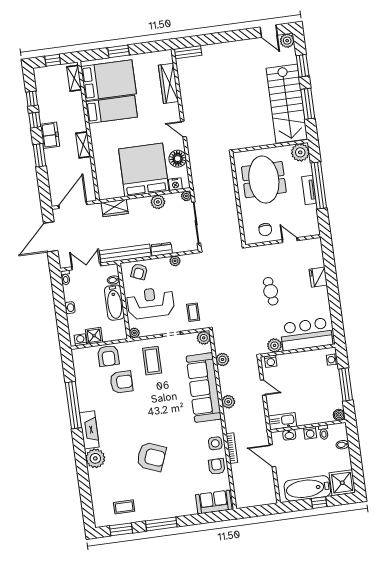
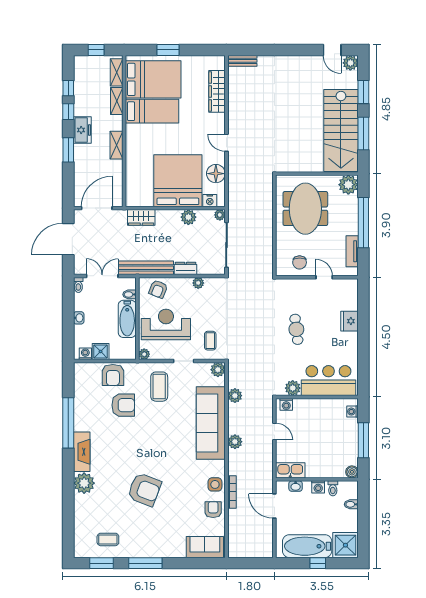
shelving: (78, 104) -> (117, 101), added
tv unit: (309, 190) -> (352, 251), moved

